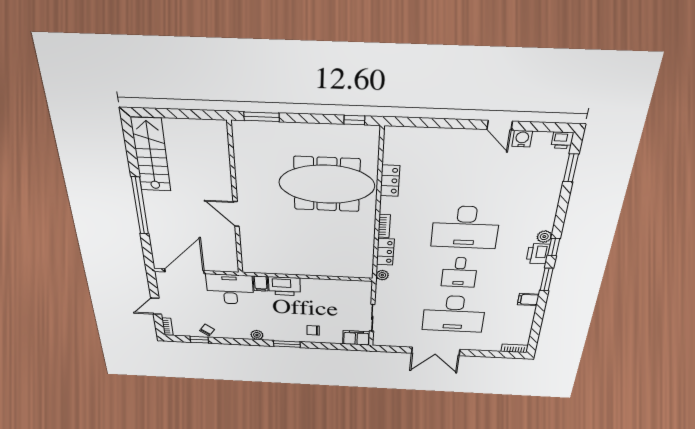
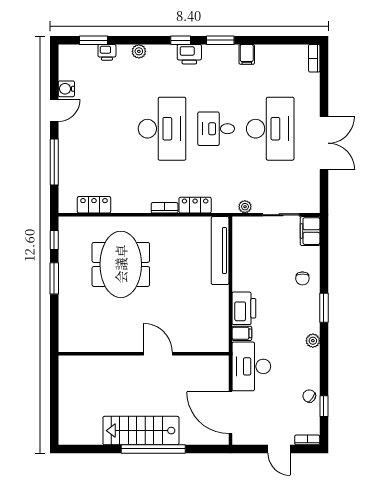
window: (262, 117) -> (54, 278), moved
window: (442, 123) -> (54, 162), added
printer: (562, 140) -> (107, 52), moved, turned 90
stairs: (151, 155) -> (141, 431), moved
locker: (390, 181) -> (94, 205), moved
meeting table: (327, 184) -> (121, 264), width x0.73
door: (236, 214) -> (158, 354), swing flipped
plant: (544, 237) -> (139, 51), moved
tv unit: (340, 270) -> (220, 251), added
desk: (459, 272) -> (216, 129), turned 180
plant: (382, 275) -> (245, 207), moved

